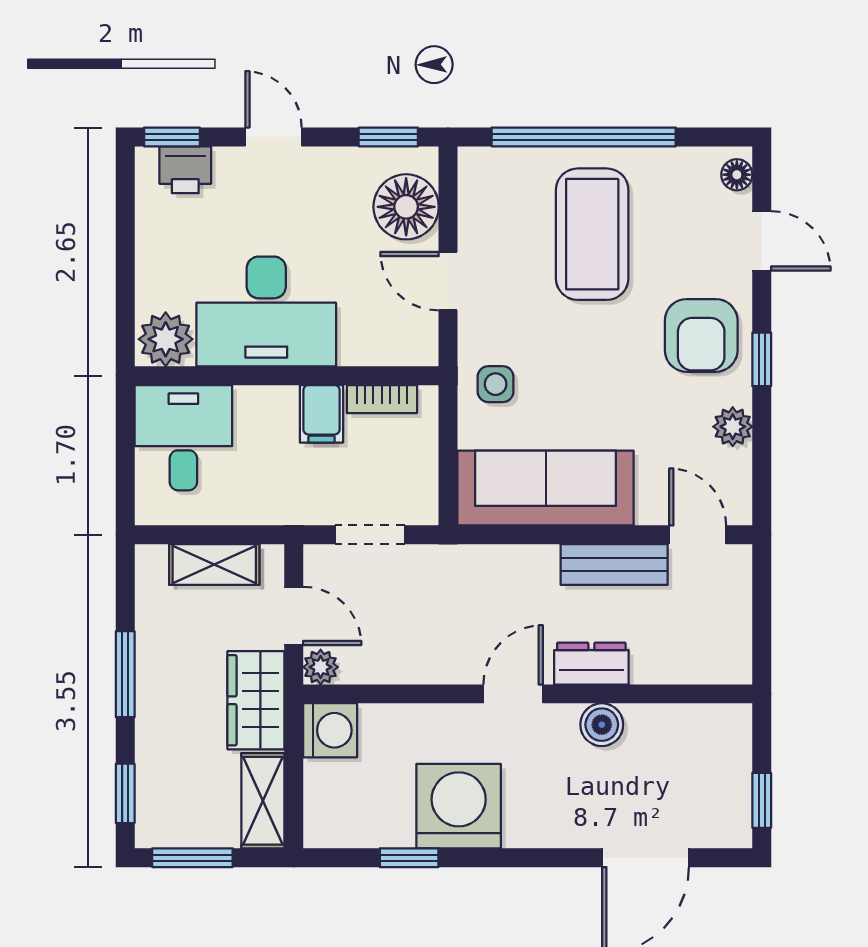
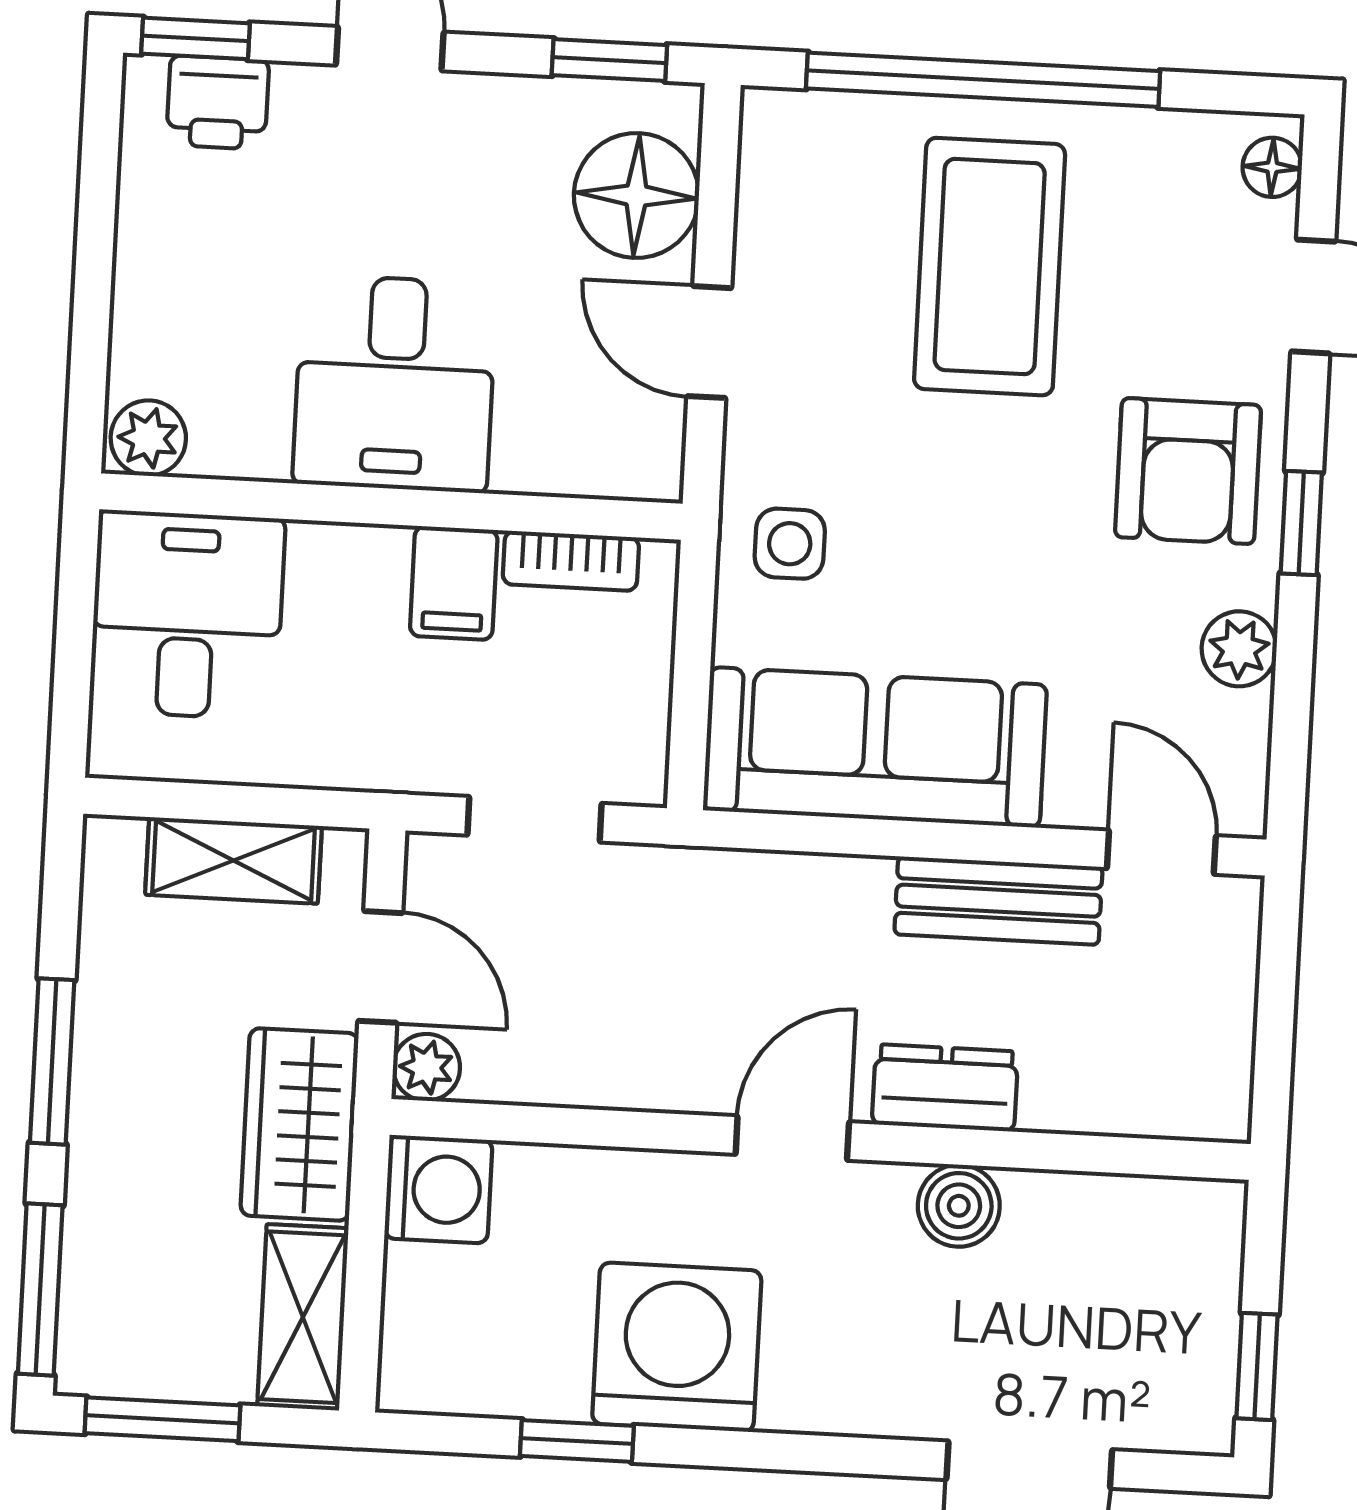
desk: (266, 311) -> (395, 384), width x0.73
plant: (166, 339) -> (148, 438), width x0.73, depth x0.73
window: (125, 793) -> (40, 1289), width x1.50

